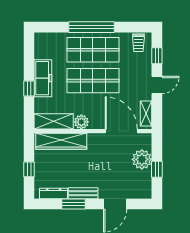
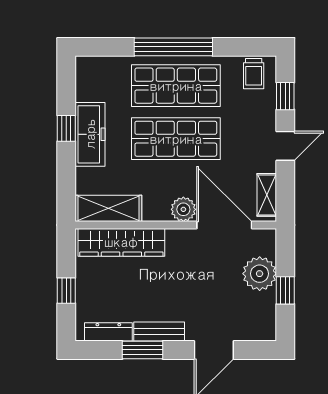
window: (29, 88) -> (66, 128), moved
plant: (81, 122) -> (183, 209), moved

